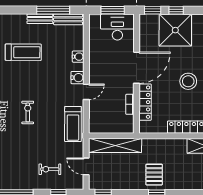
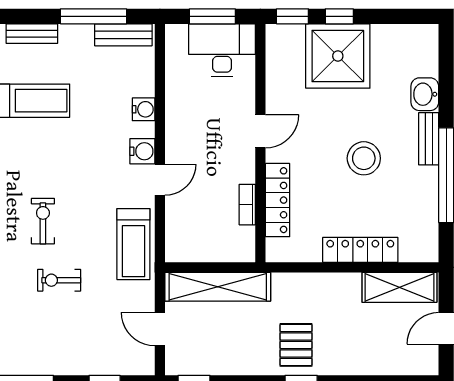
bench: (40, 19) -> (32, 34), moved
door: (137, 68) -> (260, 131), width x0.53
exercise bike: (50, 169) -> (59, 280), moved

